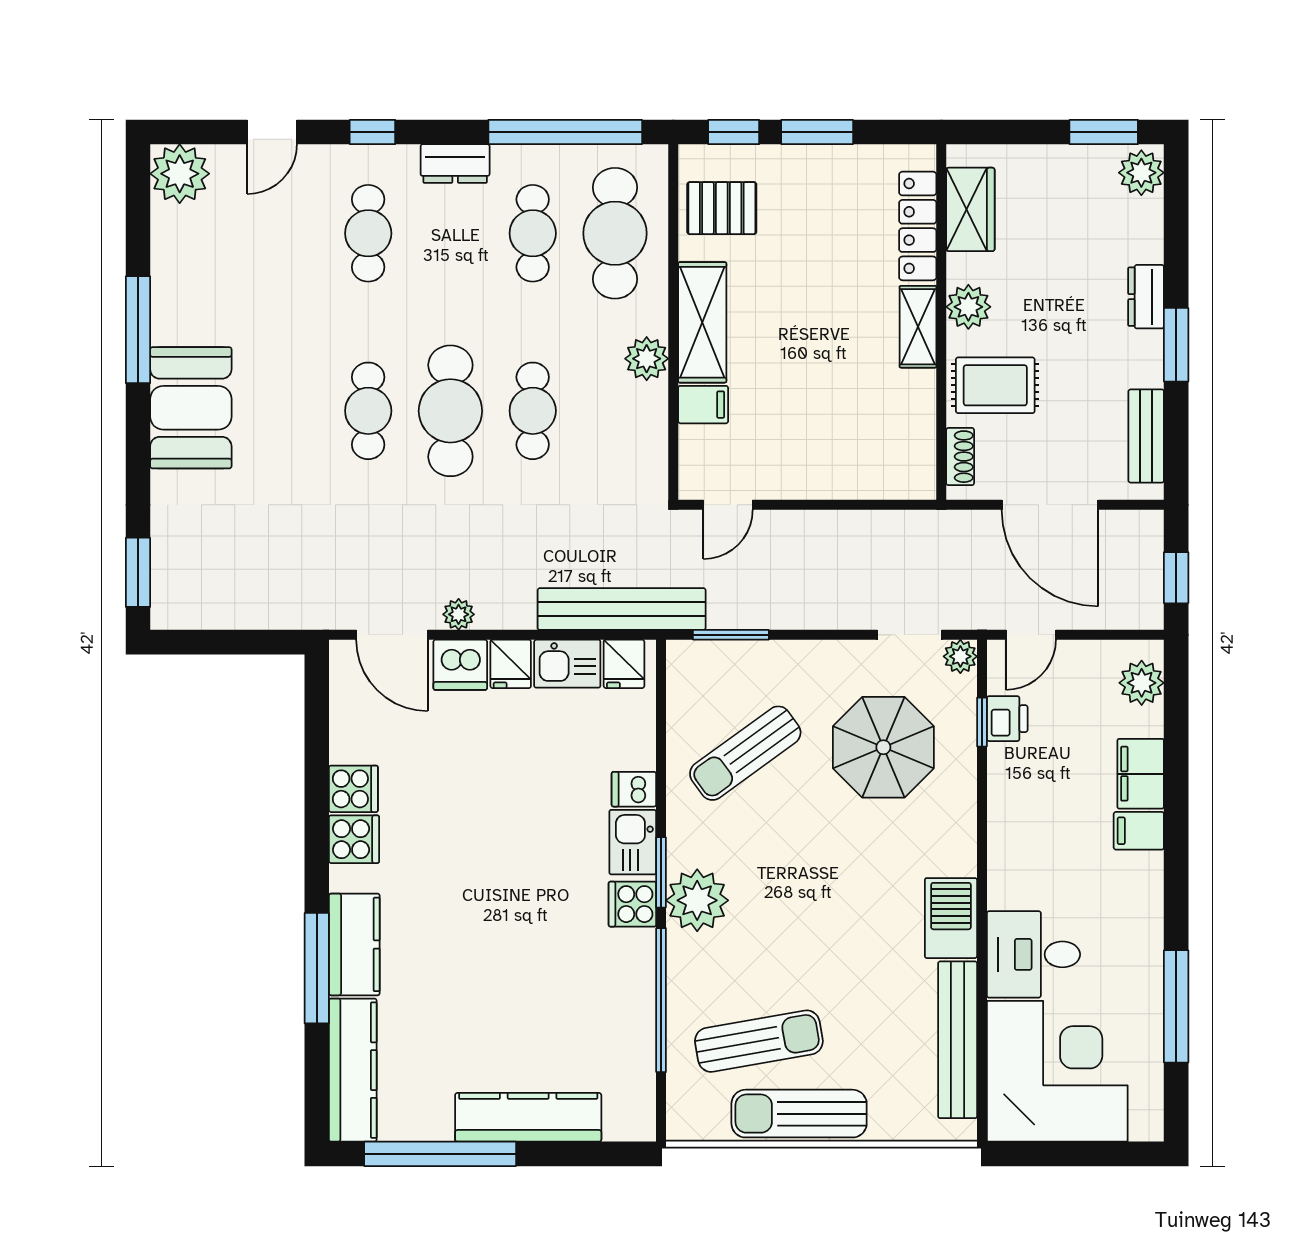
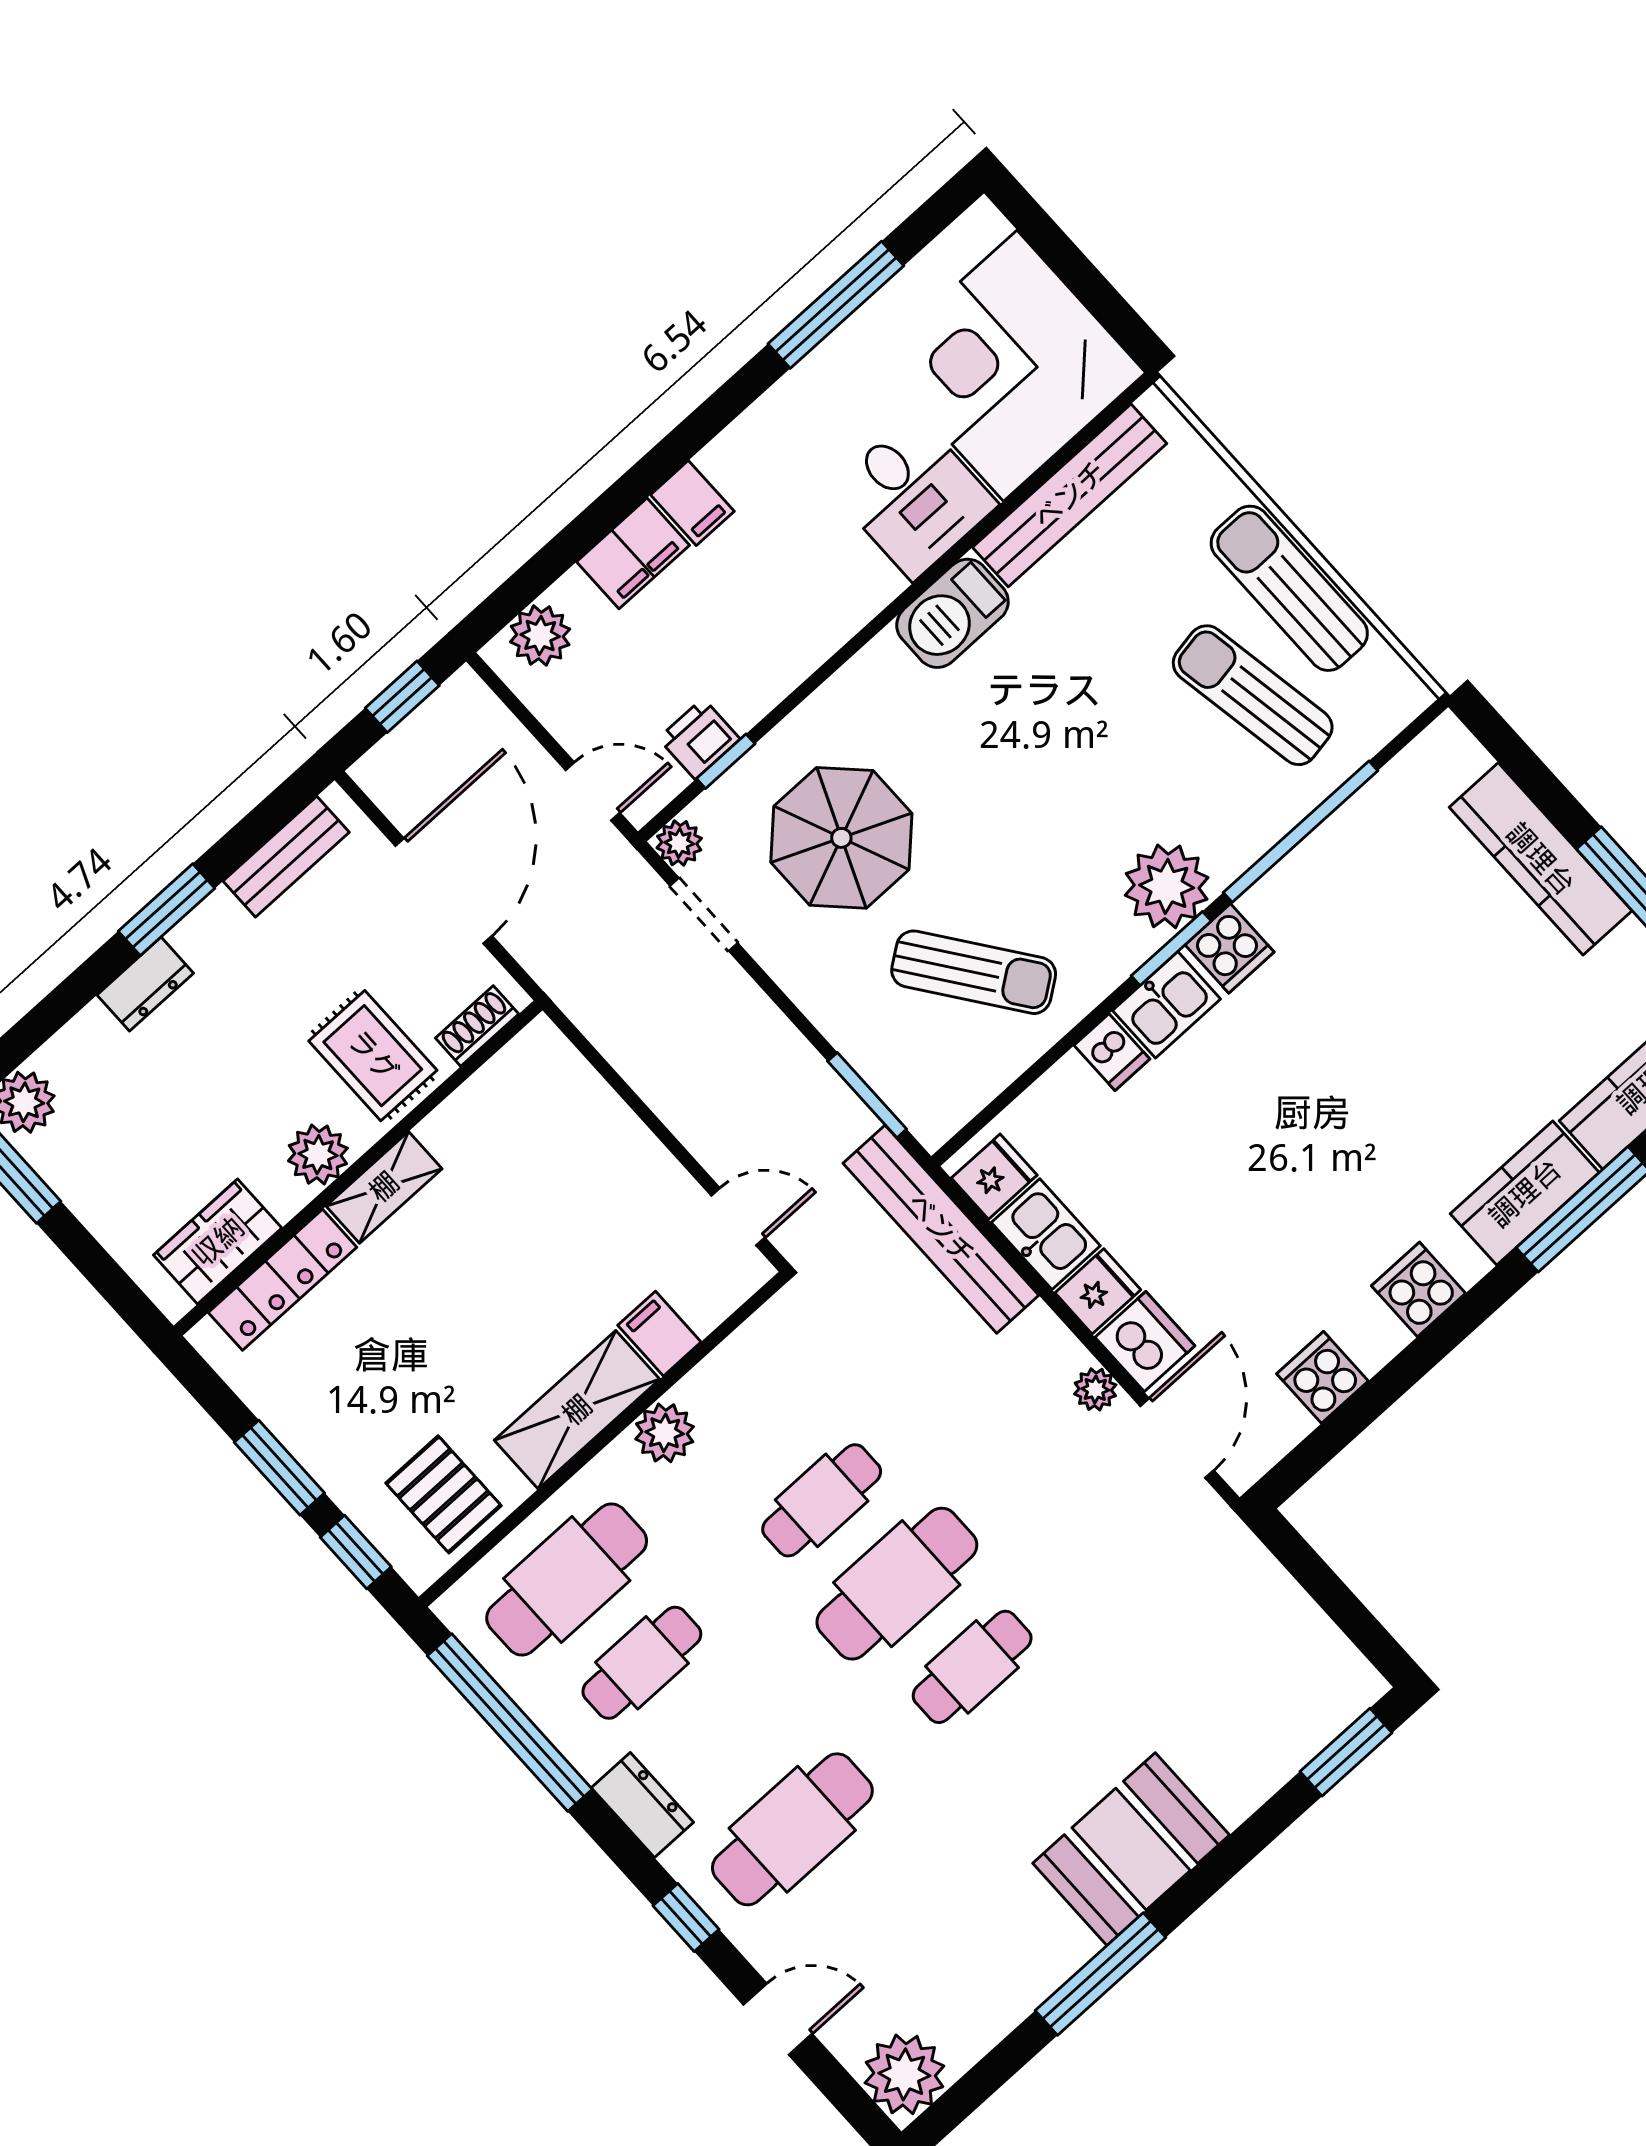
cafe table: (368, 233) -> (792, 1829), width x1.37, depth x1.35
cooker: (353, 789) -> (1323, 1377), moved
sun lounger: (799, 1114) -> (1289, 588), turned 180

